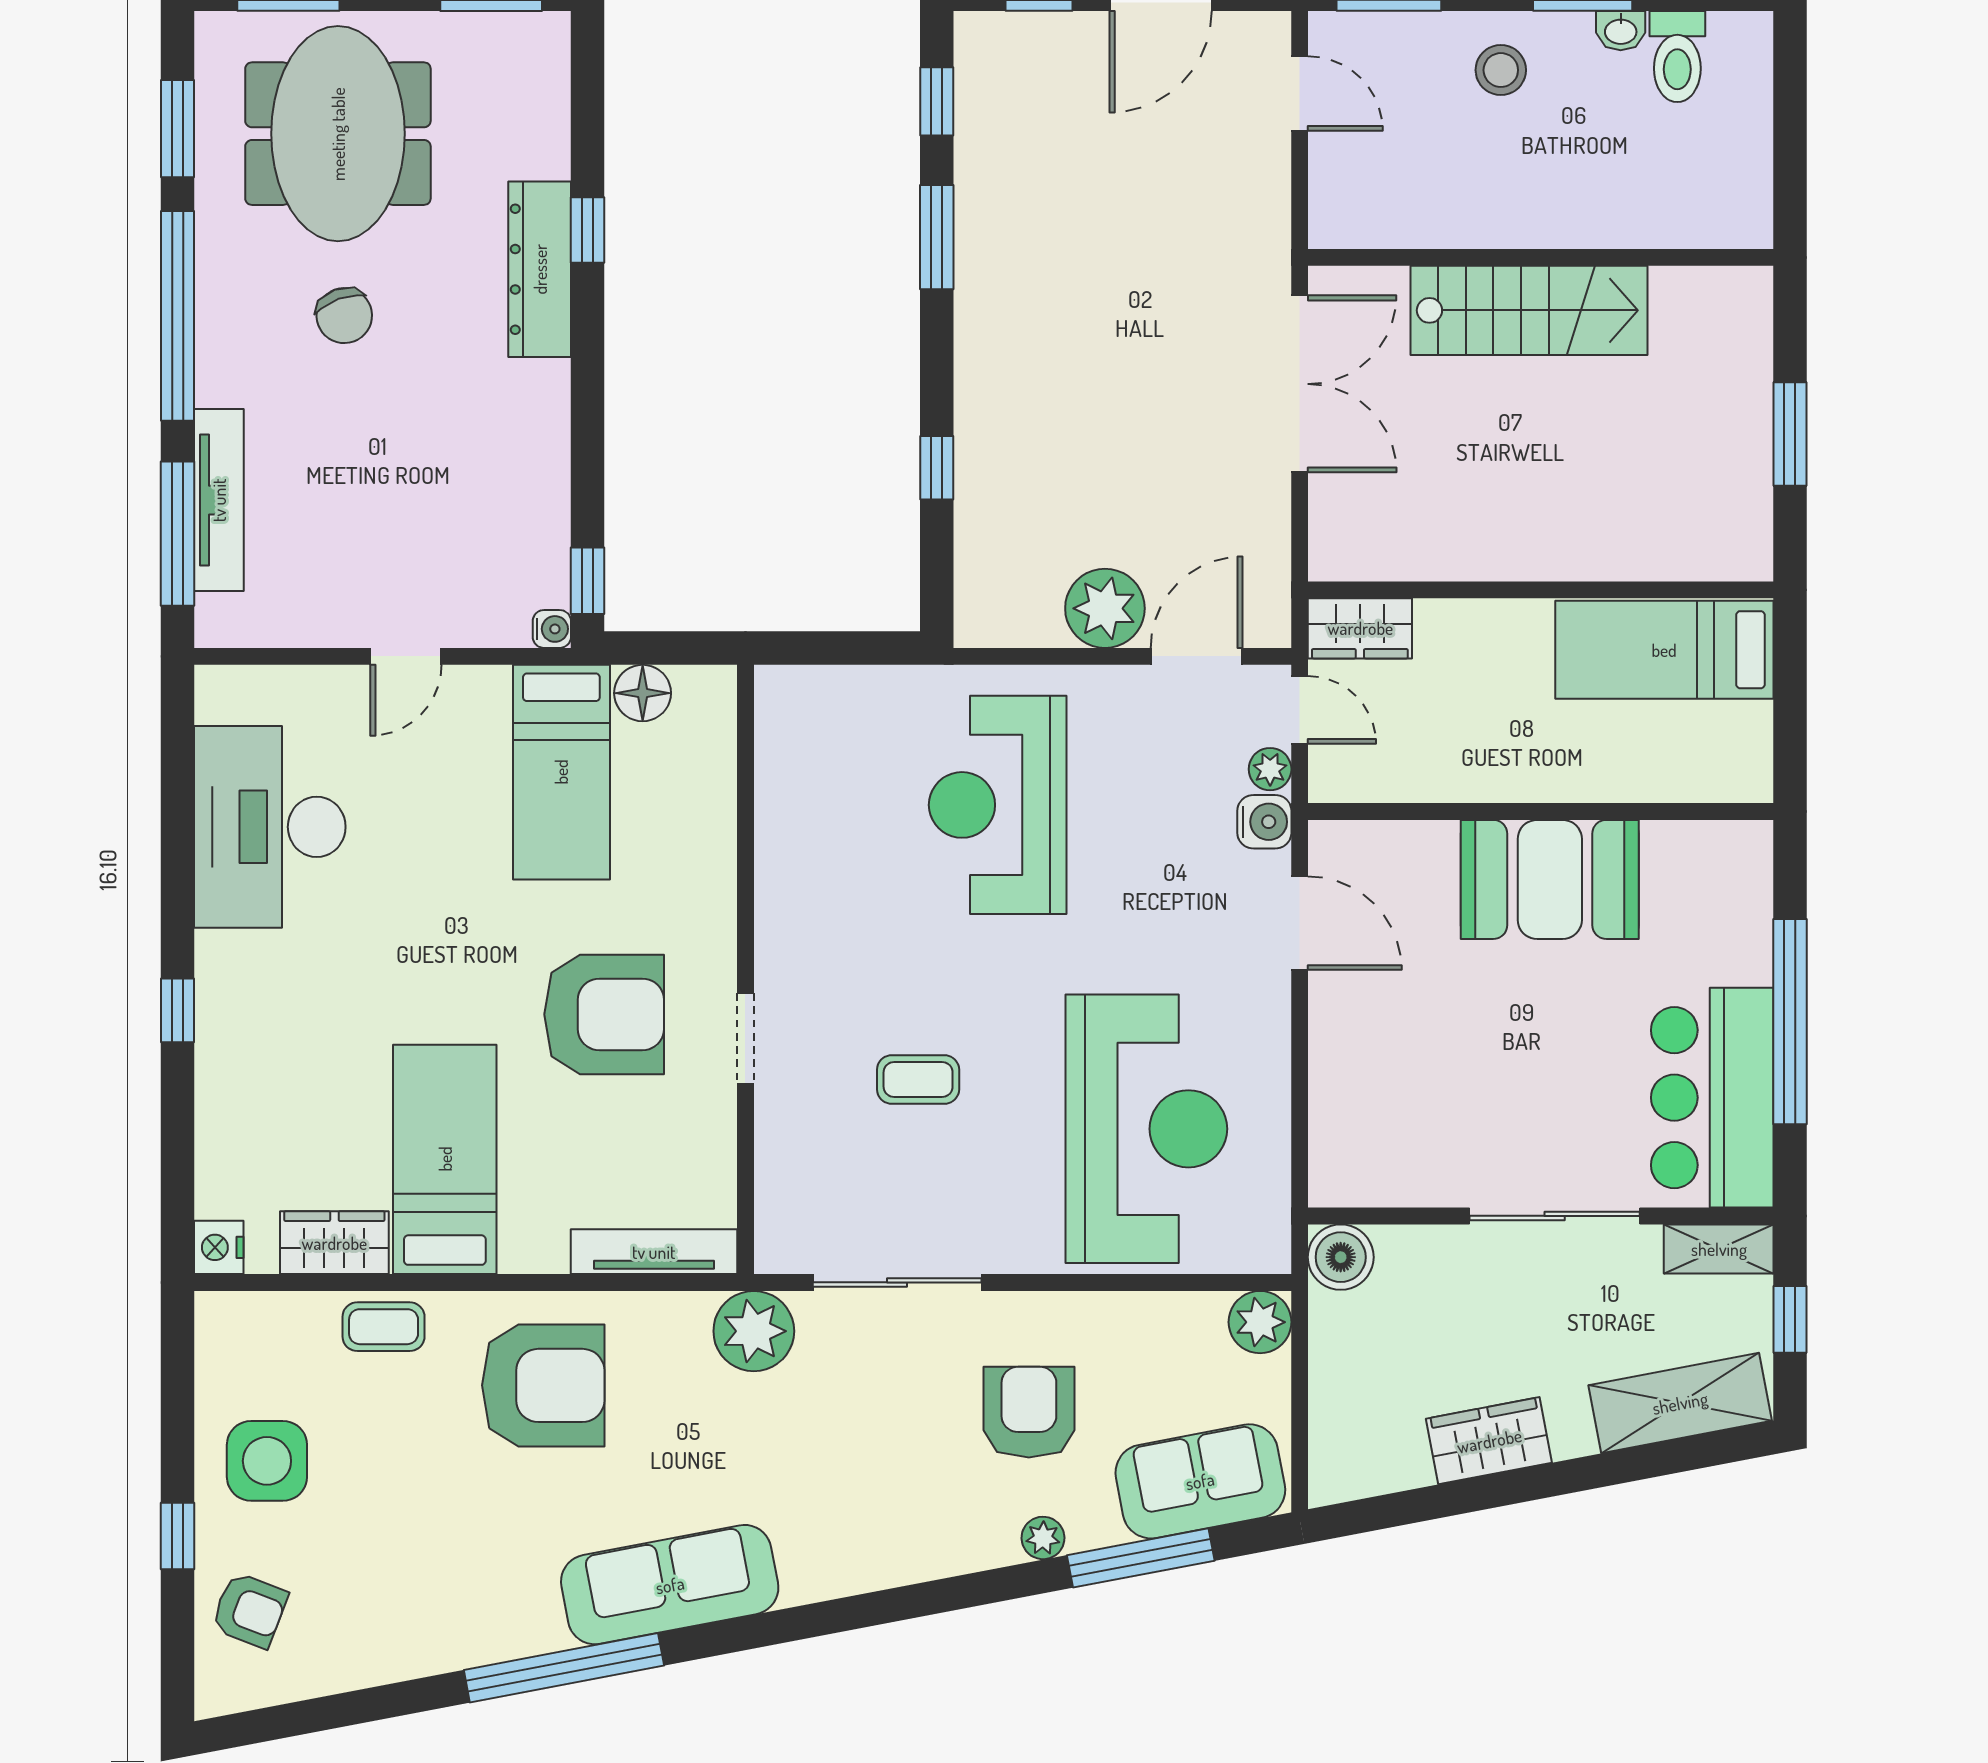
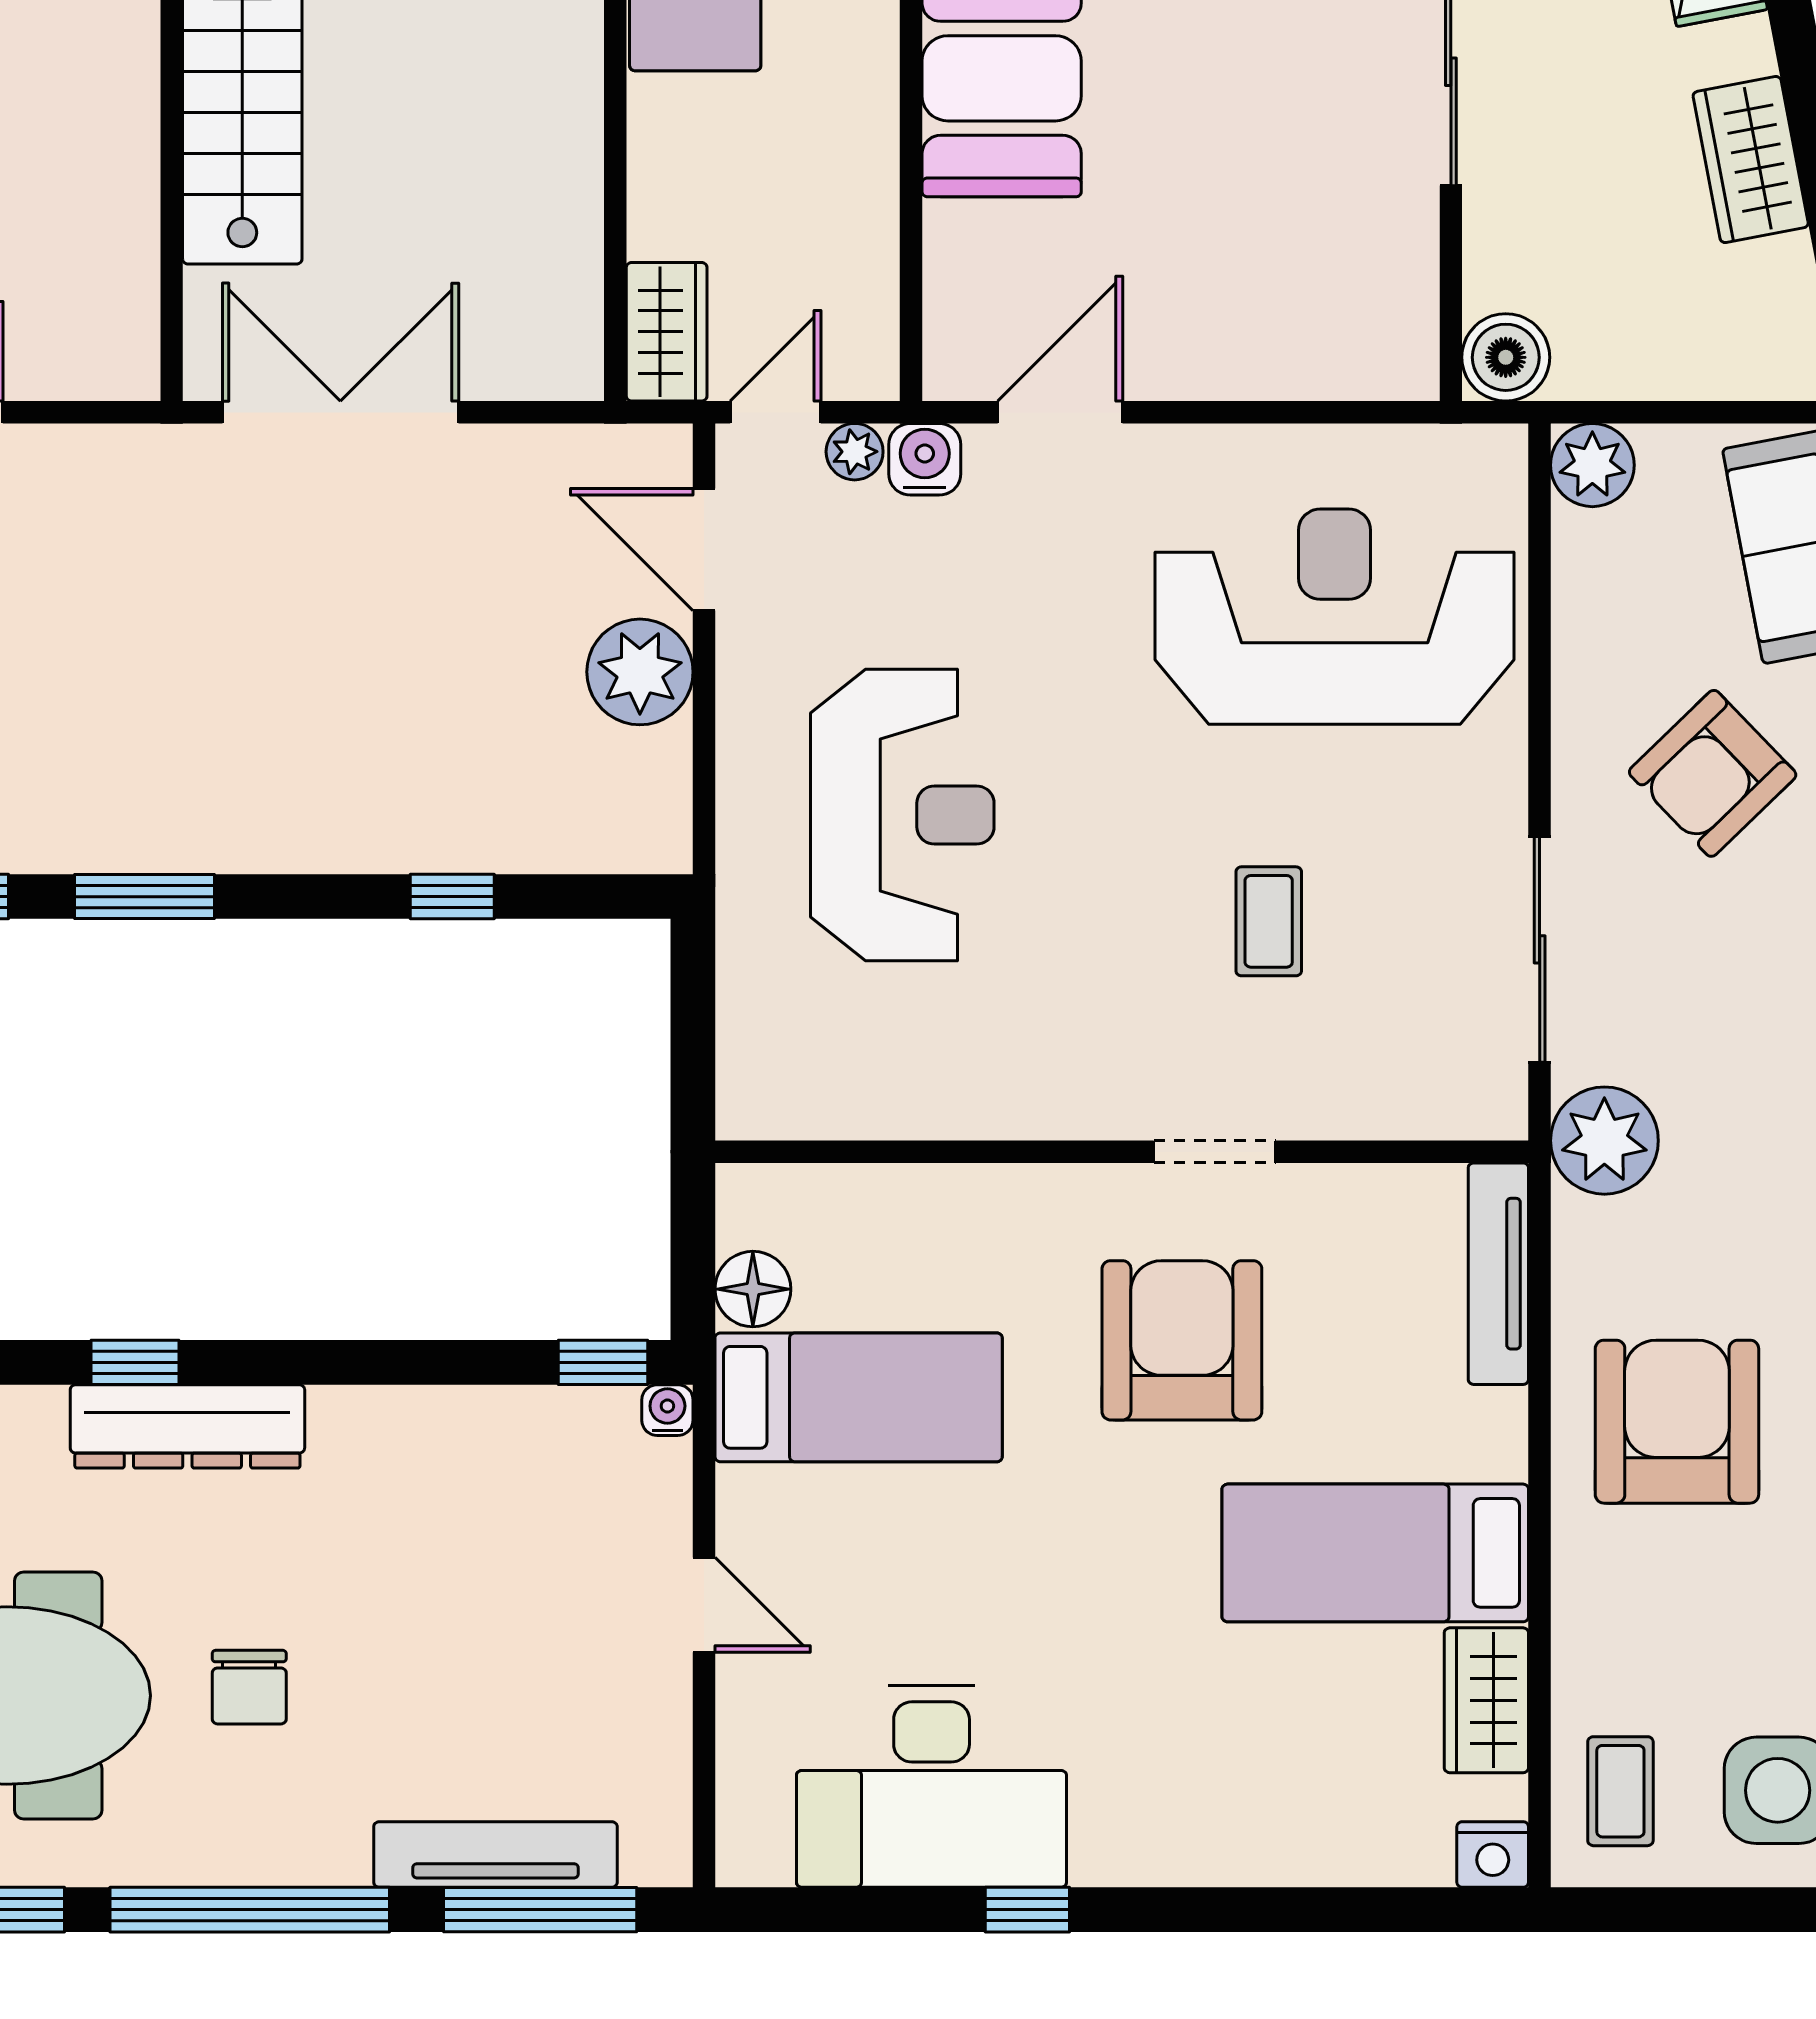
chair: (344, 316) -> (249, 1687), turned 110
reception desk: (998, 805) -> (902, 815), turned -90
window: (178, 1010) -> (1027, 1910), moved
coffee table: (384, 1327) -> (1620, 1791), moved
armchair: (1029, 1412) -> (1713, 773), turned -44

